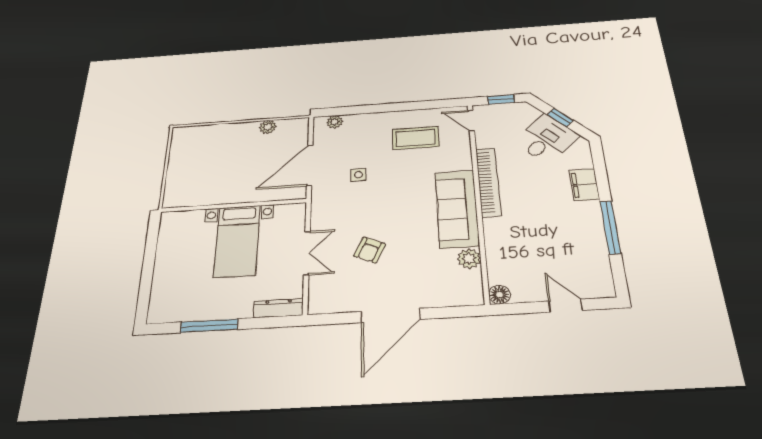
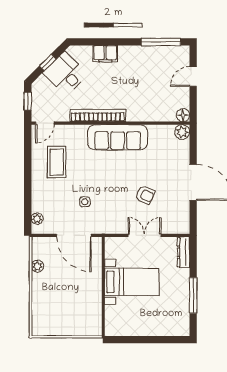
window: (610, 227) -> (161, 42), moved
plant: (469, 259) -> (182, 132), moved

